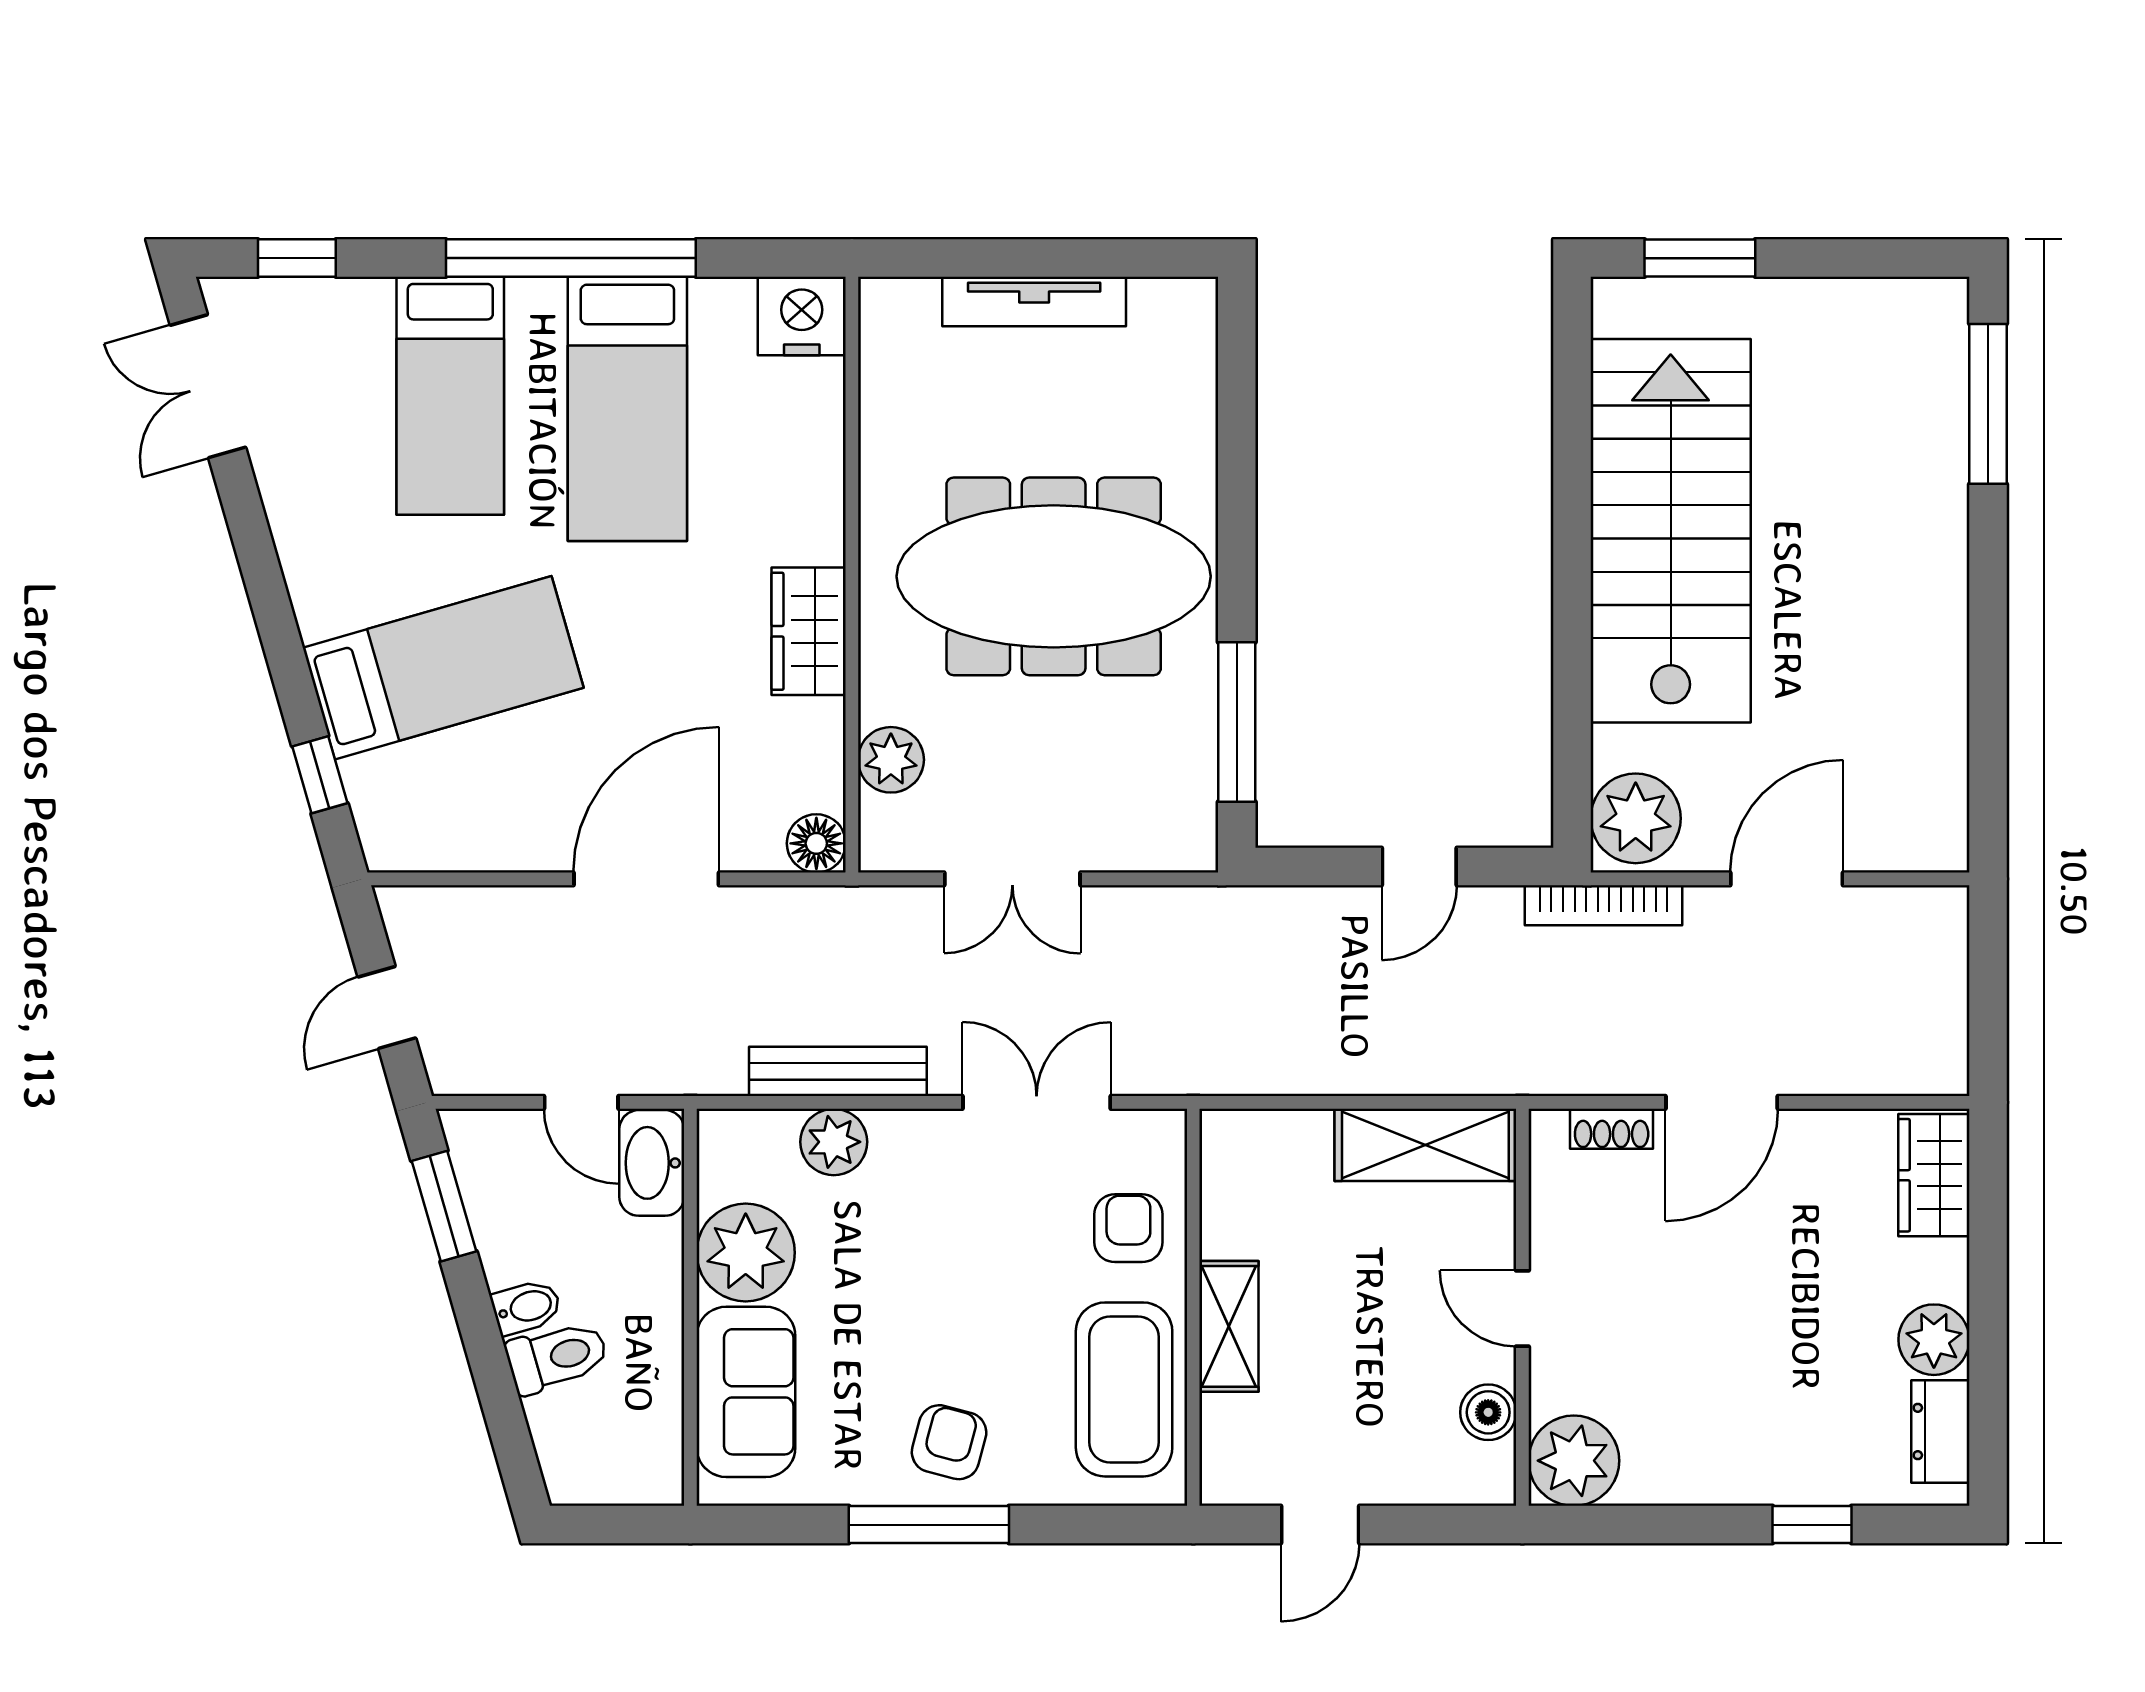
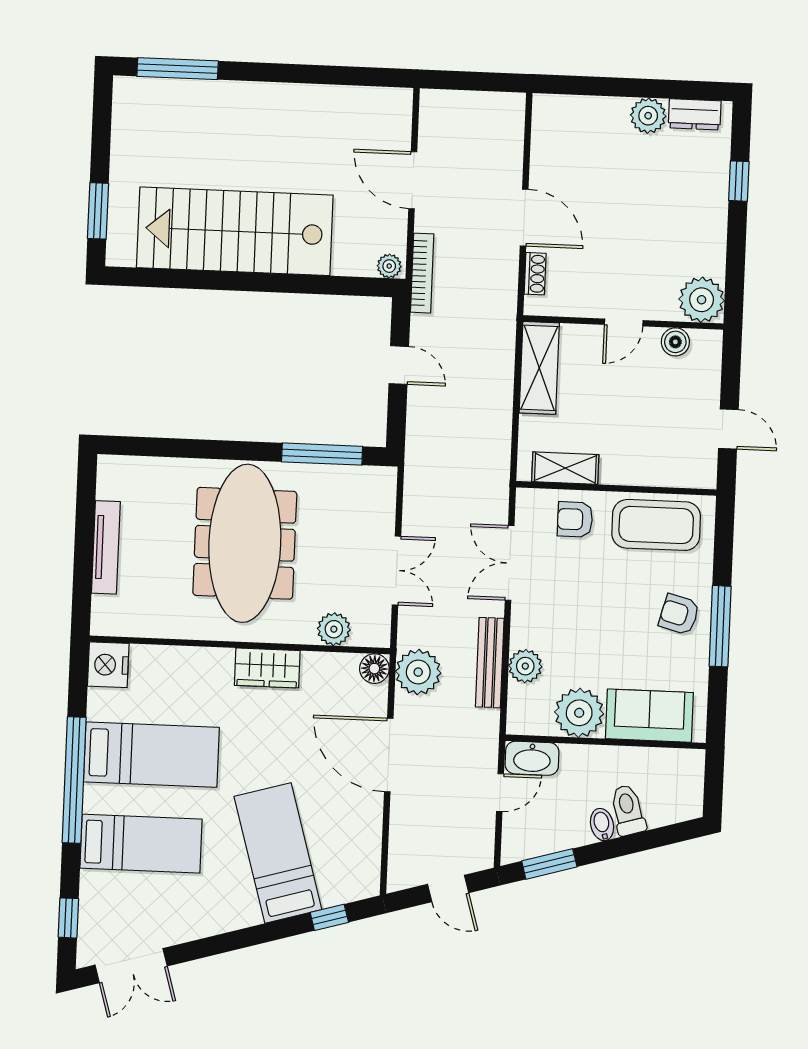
plant: (1636, 818) -> (389, 266), width x0.53, depth x0.53
plant: (813, 930) -> (418, 672), added
wardrobe: (1934, 1175) -> (565, 112), removed
shelving: (1229, 1326) -> (565, 468), moved

